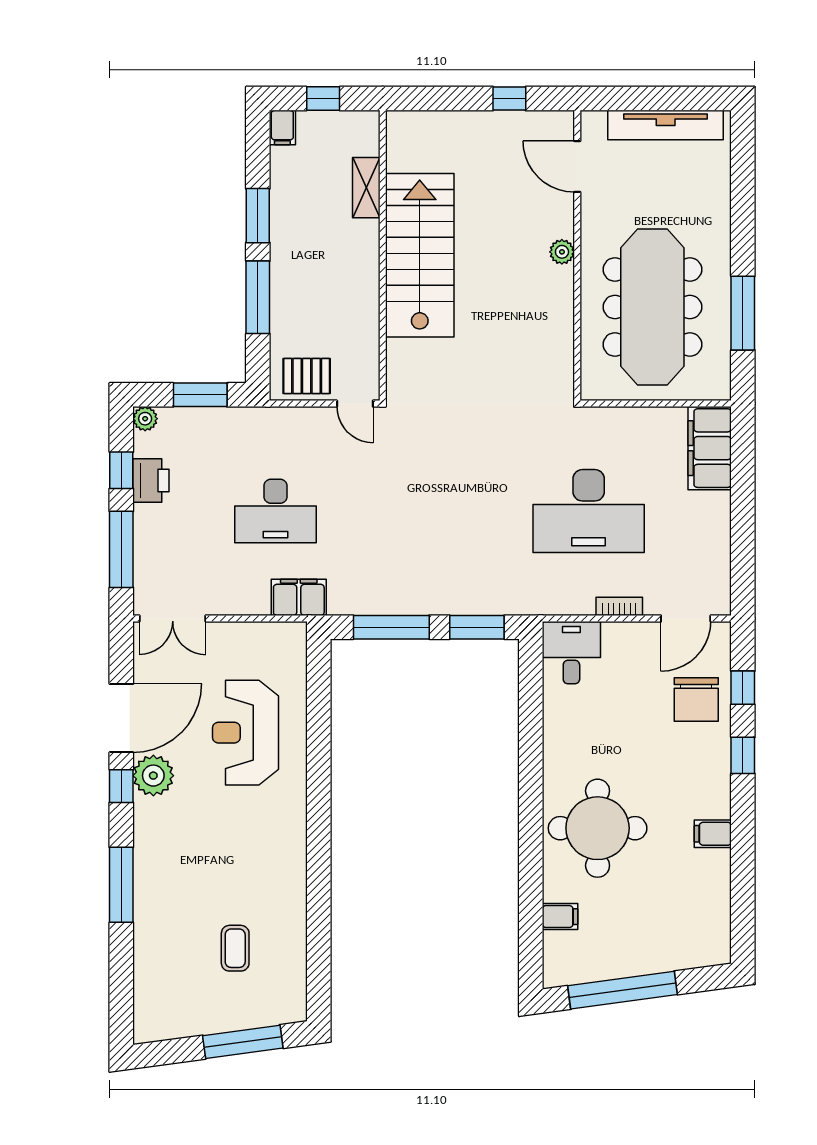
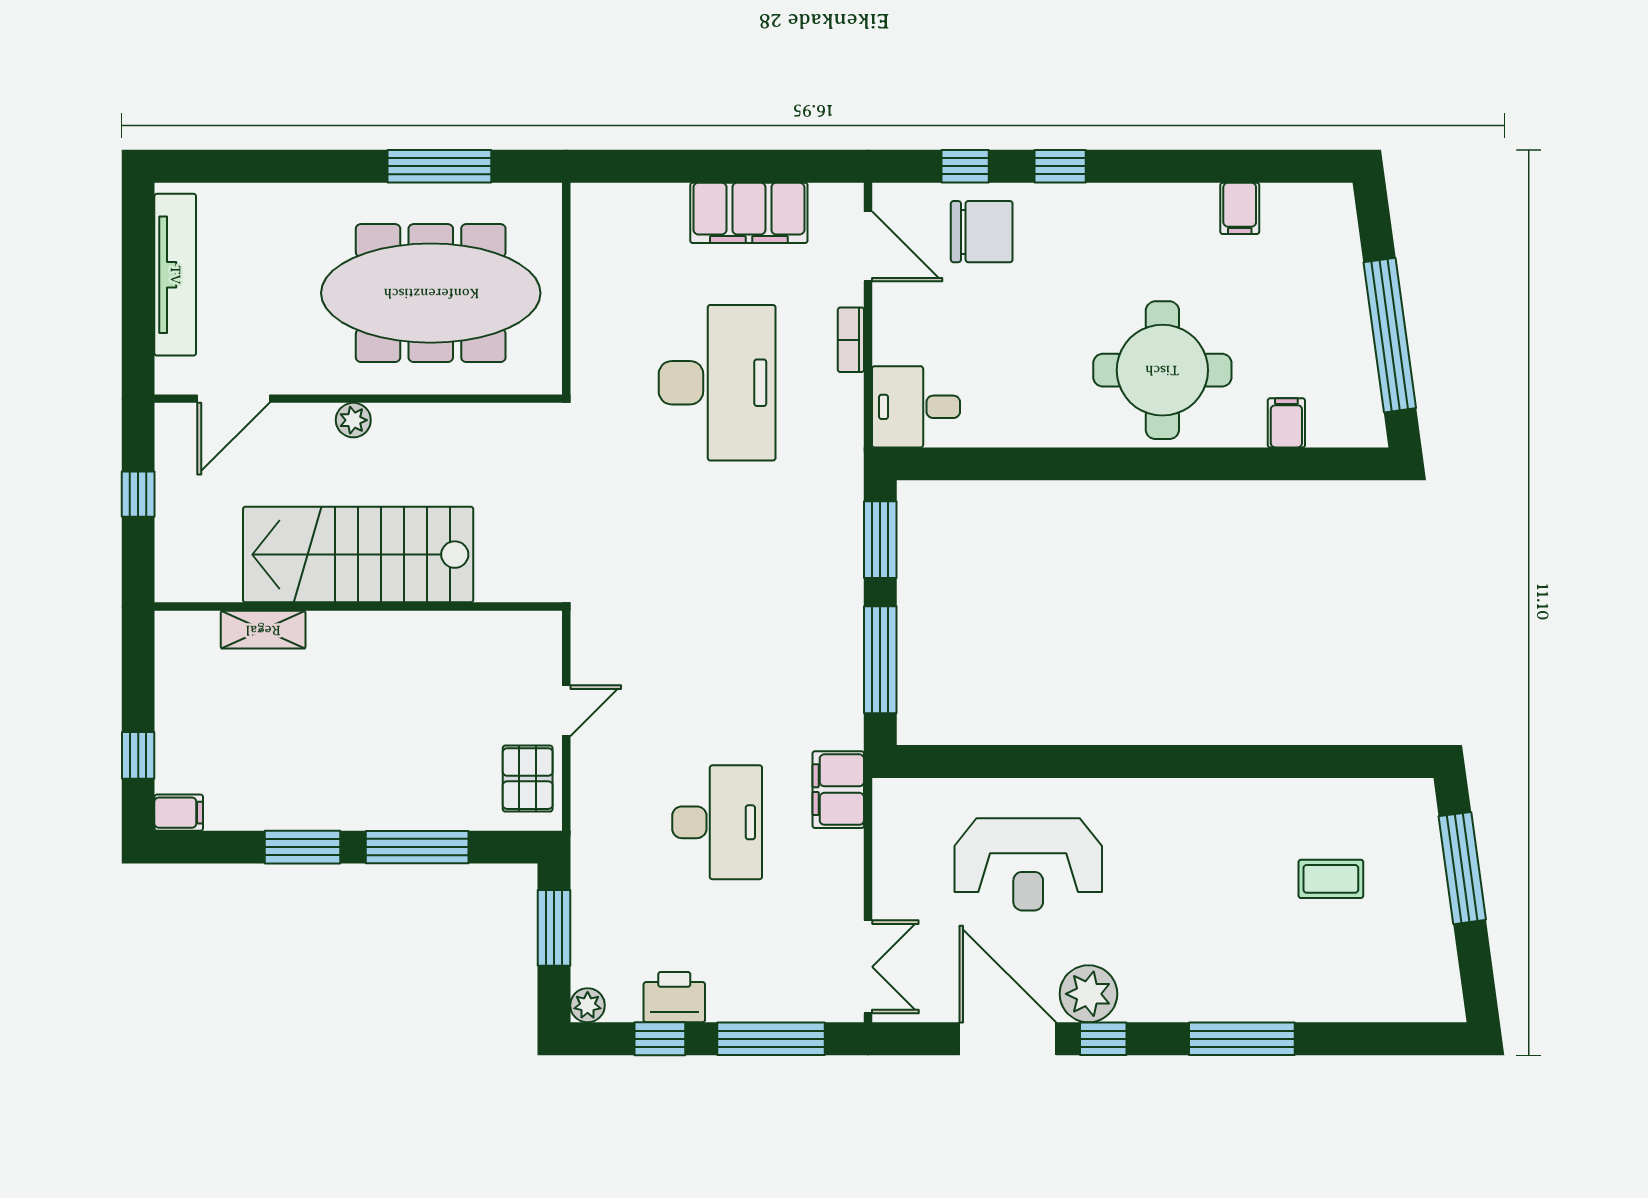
shelving: (366, 188) -> (263, 630), moved
wall: (383, 255) -> (358, 607), moved
stairs: (420, 255) -> (358, 555), moved
filing cabinet: (710, 448) -> (749, 213), moved
filing cabinet: (713, 834) -> (1240, 208), moved

